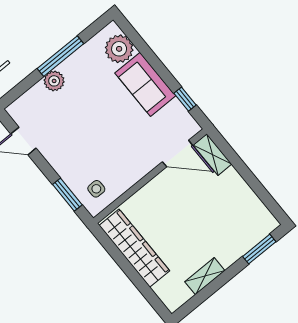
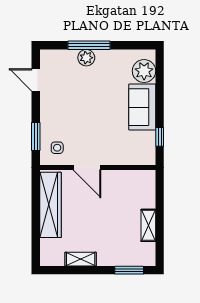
window: (60, 56) -> (89, 45), moved
door: (178, 154) -> (87, 167), moved
shelving: (212, 155) -> (148, 225), moved

